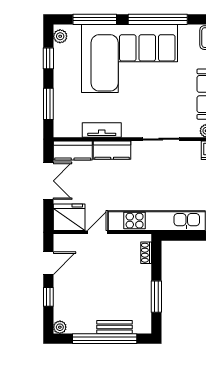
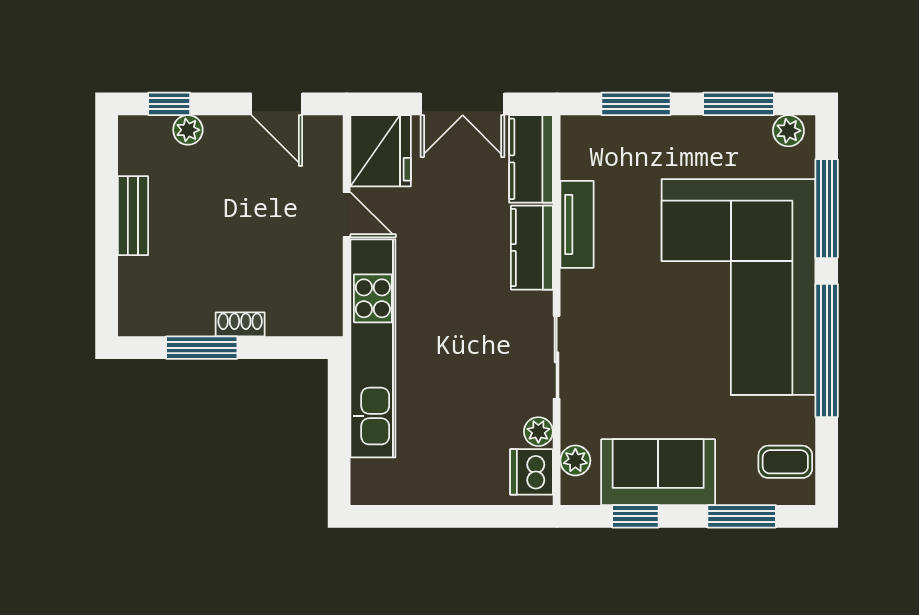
window: (48, 58) -> (738, 104), width x1.50
plant: (194, 147) -> (538, 432), added
shoe rack: (146, 253) -> (240, 324), moved
window: (48, 297) -> (169, 104), moved
plant: (60, 327) -> (188, 130), moved
bench: (114, 327) -> (133, 216), moved
window: (105, 339) -> (107, 231), removed

